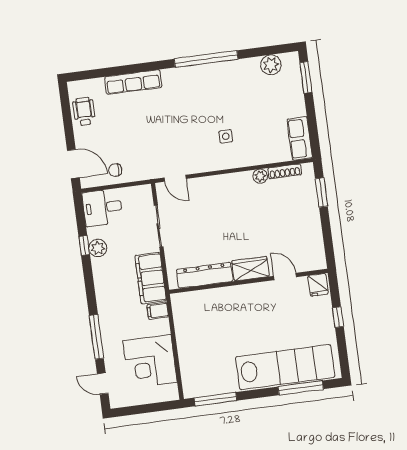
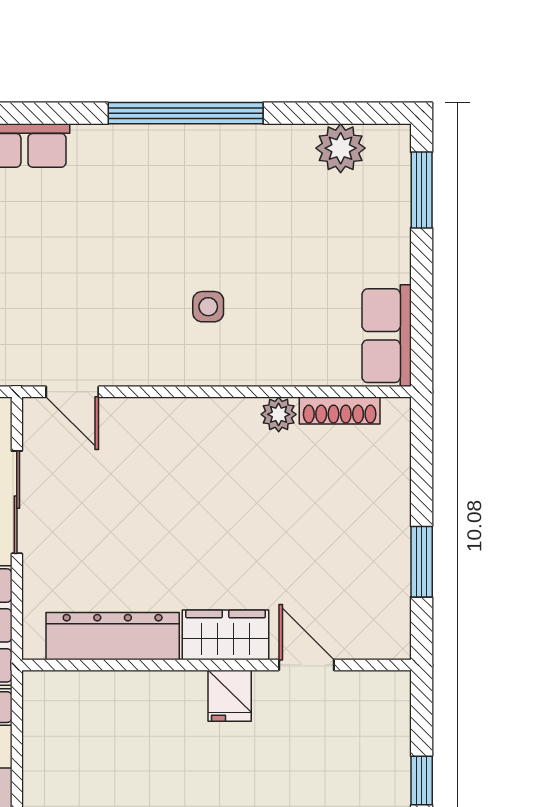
window: (321, 192) -> (422, 562), moved
fridge: (318, 285) -> (230, 696), moved

